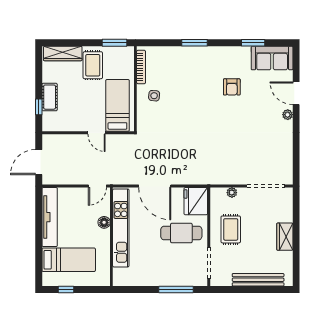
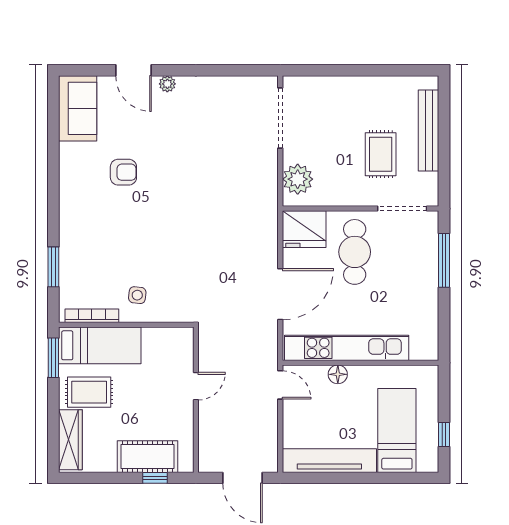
window: (194, 43) -> (53, 267), moved
window: (253, 43) -> (53, 139), removed
door: (296, 93) -> (134, 70), hinge flipped
cot: (50, 97) -> (148, 457), width x1.37, depth x1.34
bed: (117, 105) -> (100, 345), moved, turned 180
plant: (232, 193) -> (298, 179), width x1.87, depth x1.87
rug: (231, 229) -> (381, 154), moved, turned 90
wardrobe: (285, 237) -> (360, 88), removed

